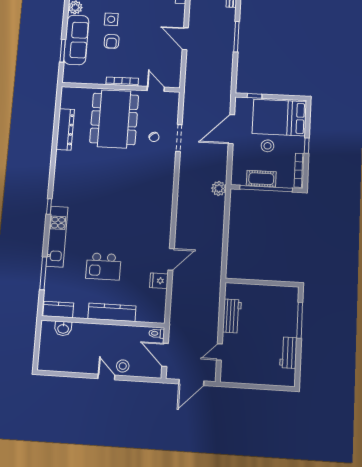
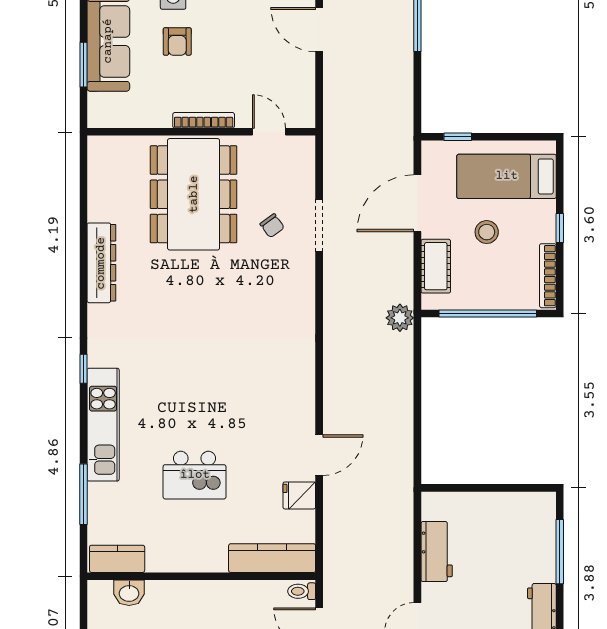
bed: (279, 118) -> (507, 176), width x0.67
dresser: (65, 129) -> (101, 263), moved
cot: (261, 179) -> (436, 266), moved, turned 90
kitchen counter: (112, 312) -> (272, 558), moved

